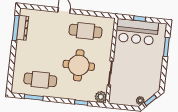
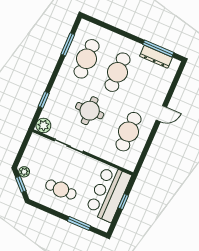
cafe table: (43, 53) -> (117, 72), added
round table: (79, 65) -> (90, 111), width x0.73, depth x0.73
cafe table: (145, 69) -> (61, 190), added

